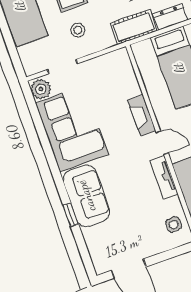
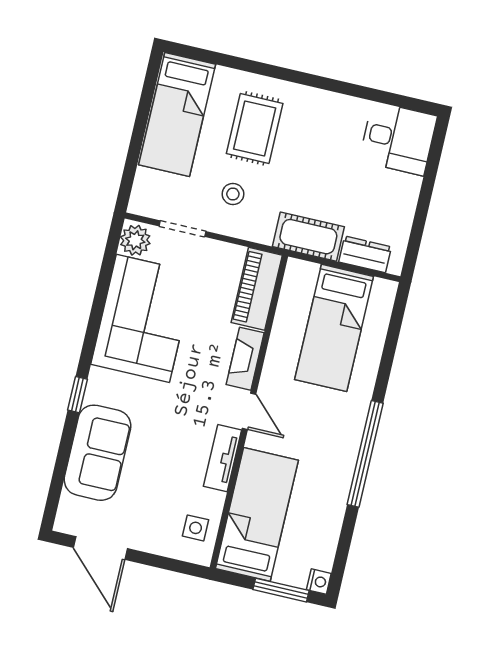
piano: (124, 73) -> (257, 289), added
sofa: (86, 196) -> (97, 453), moved
window: (71, 215) -> (77, 395), moved

